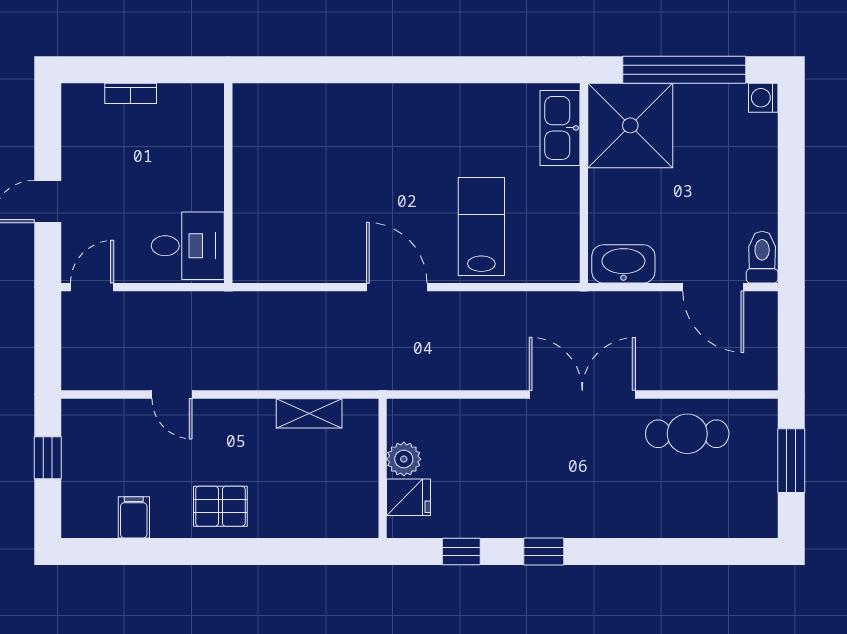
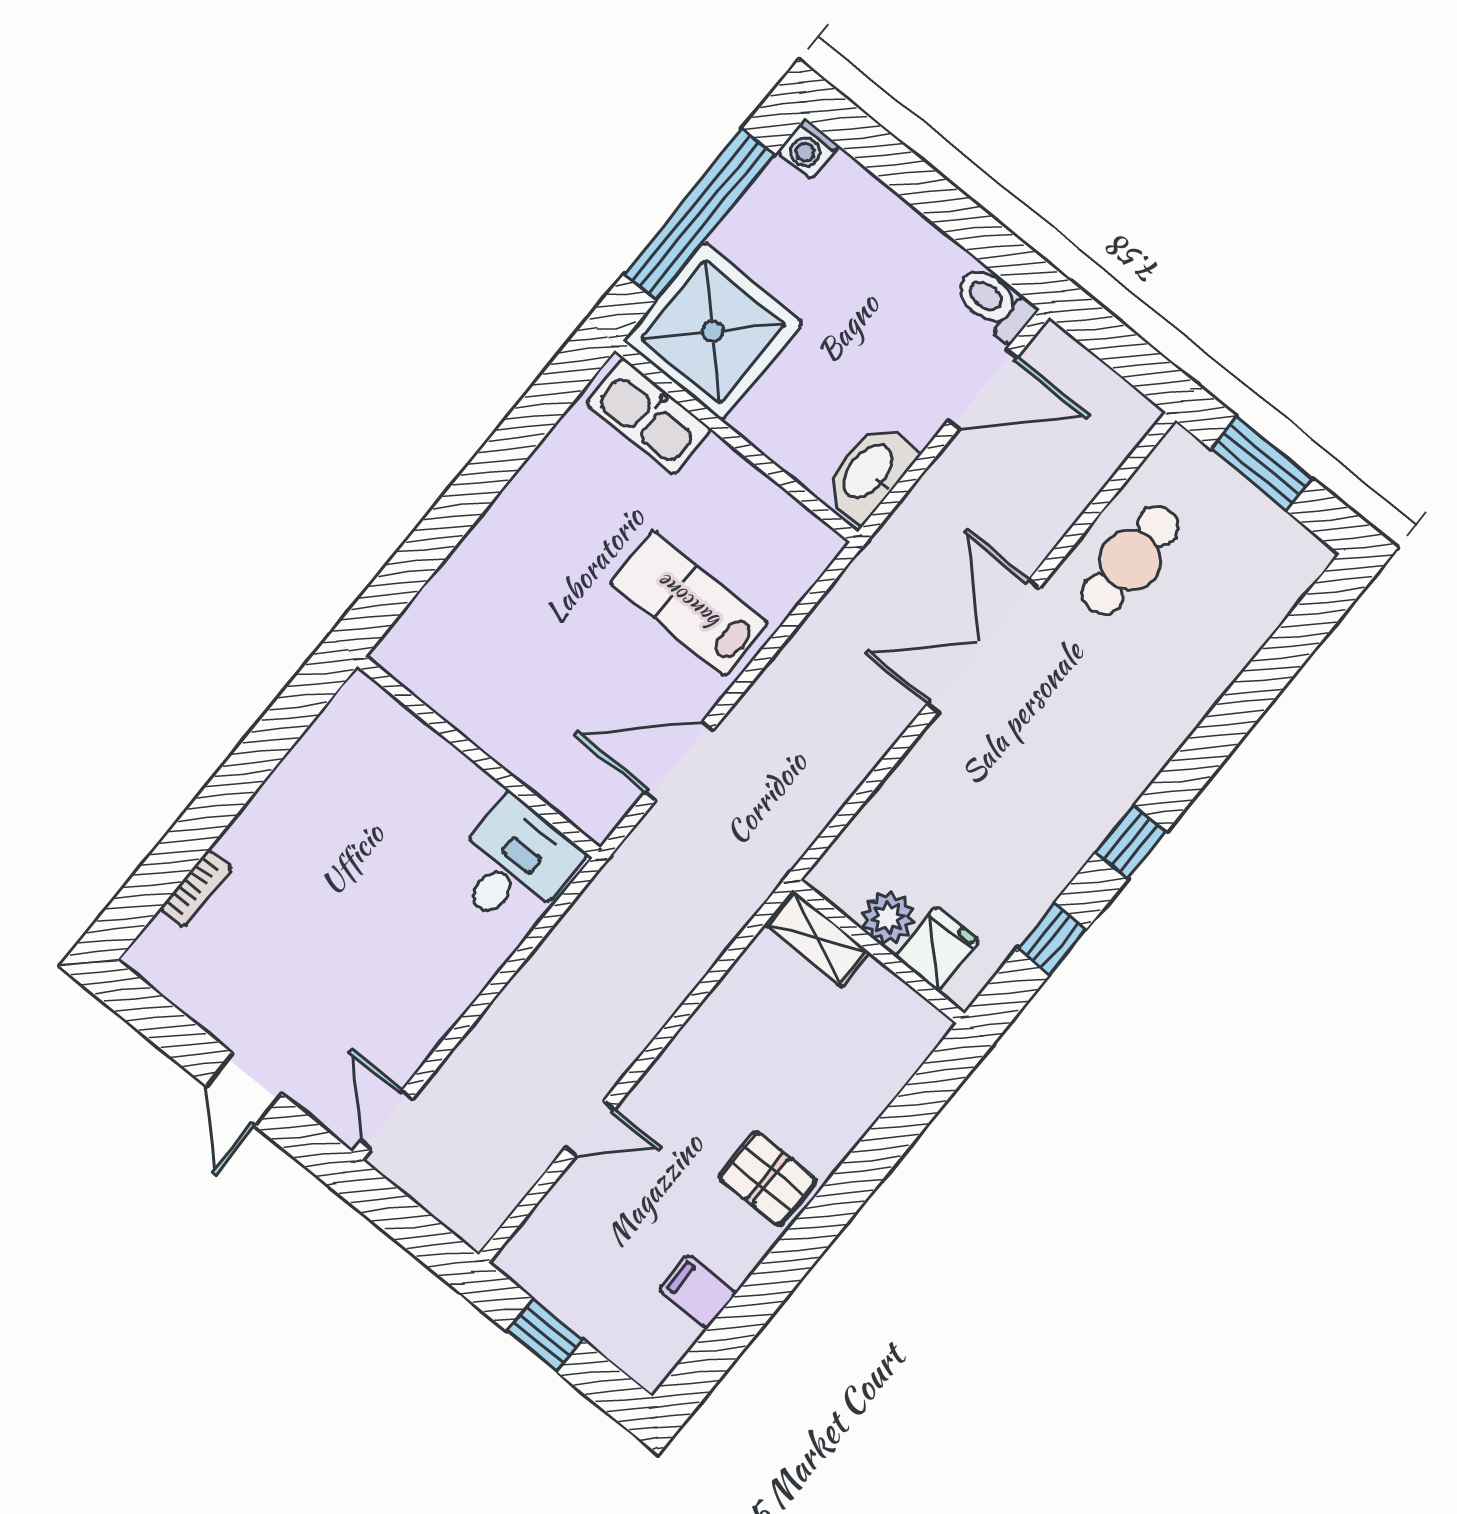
wall: (228, 183) -> (479, 757), moved
desk: (188, 246) -> (514, 865), moved
shelving: (309, 413) -> (817, 938), moved, turned 90
pallet: (220, 506) -> (768, 1179), turned 90

